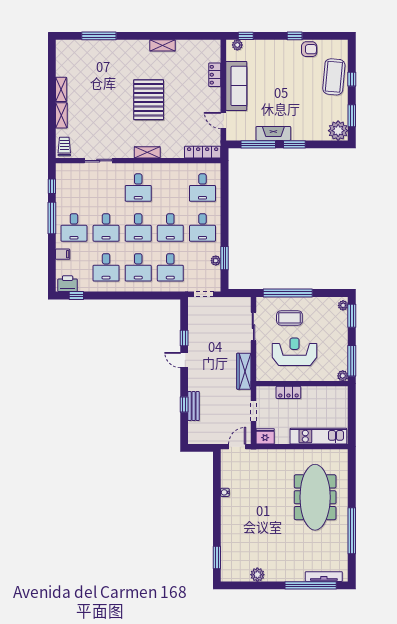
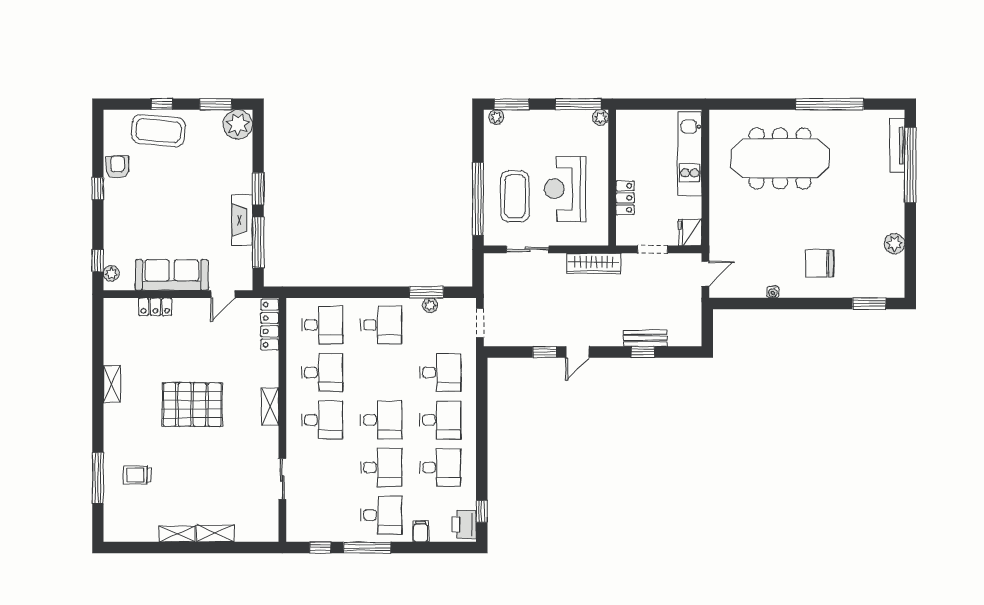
trolley: (64, 147) -> (137, 475), moved
desk: (170, 227) -> (322, 372), moved
coffee table: (289, 318) -> (515, 196), width x1.36, depth x1.32
door: (237, 447) -> (705, 274), swing flipped
chair: (244, 524) -> (819, 263), added

